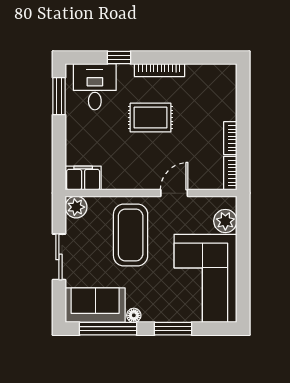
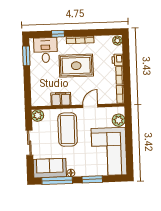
plant: (228, 74) -> (117, 40), added
printer: (227, 109) -> (118, 60), added
rug: (151, 118) -> (76, 66), width x1.36, depth x1.43
filing cabinet: (83, 178) -> (61, 99), moved

